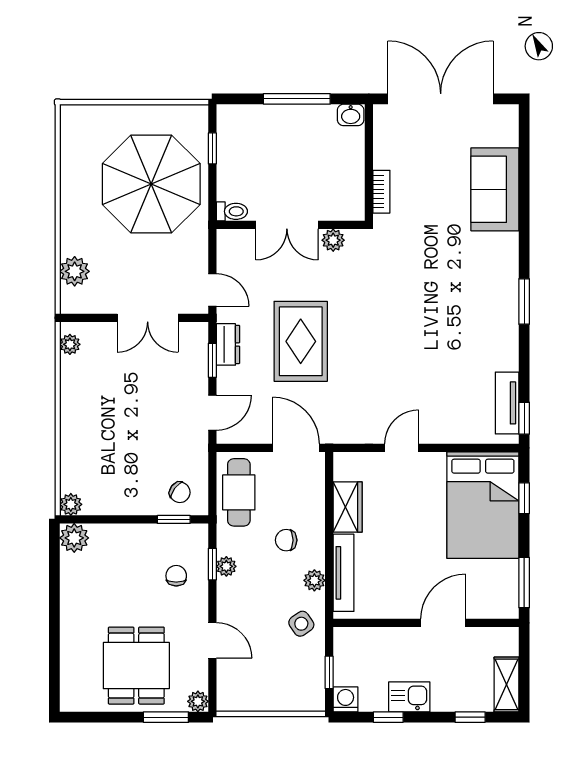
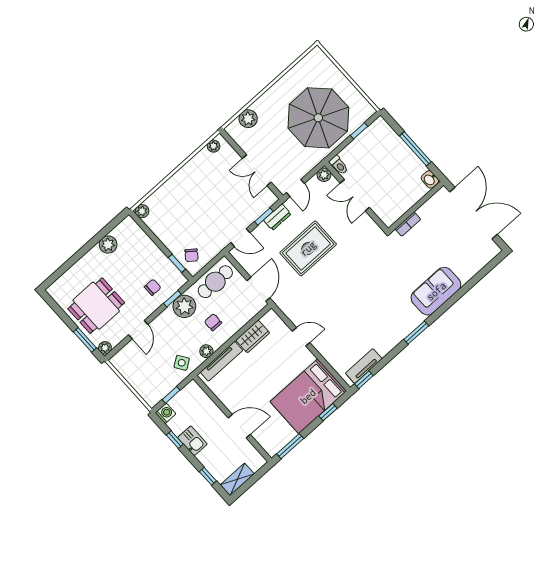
sofa: (495, 189) -> (436, 291), moved
plant: (333, 240) -> (324, 175), moved
plant: (74, 538) -> (108, 245), moved
plant: (226, 566) -> (184, 306), width x1.88, depth x1.88

